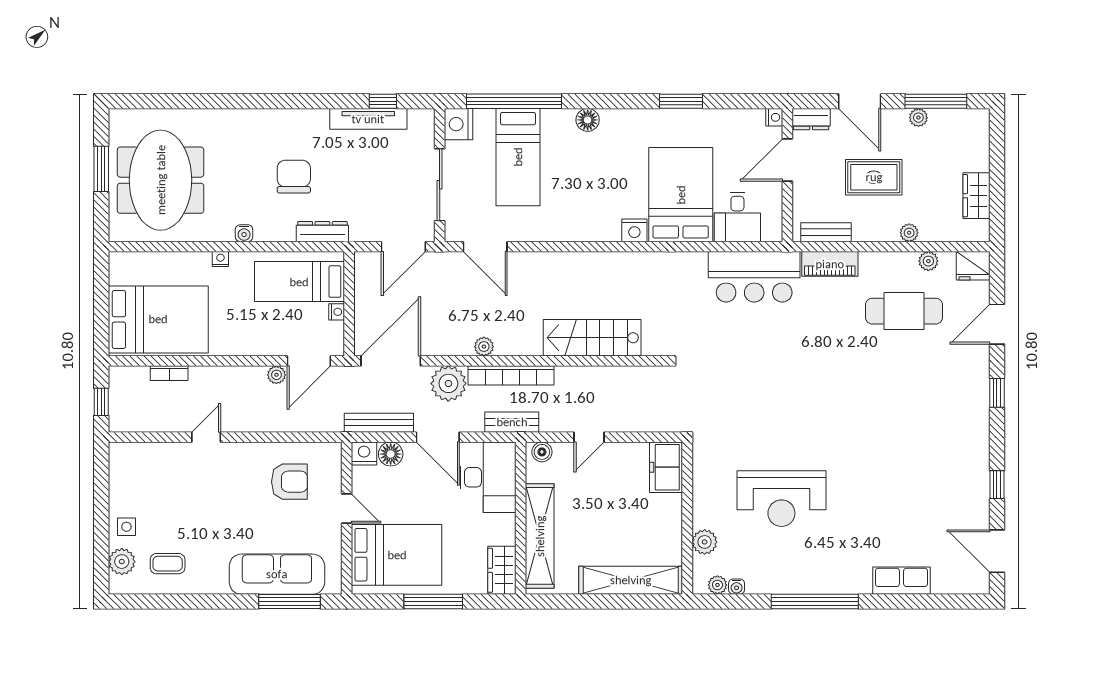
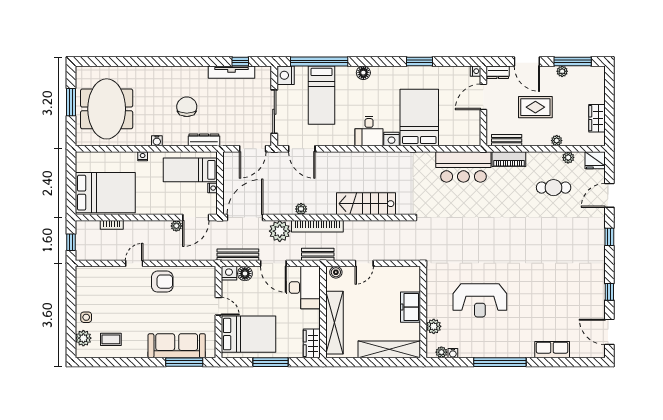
desk: (737, 217) -> (369, 131), moved
cafe table: (904, 311) -> (554, 188), width x0.73, depth x0.74
freezer: (666, 467) -> (410, 307), moved
armchair: (289, 482) -> (162, 282), moved

